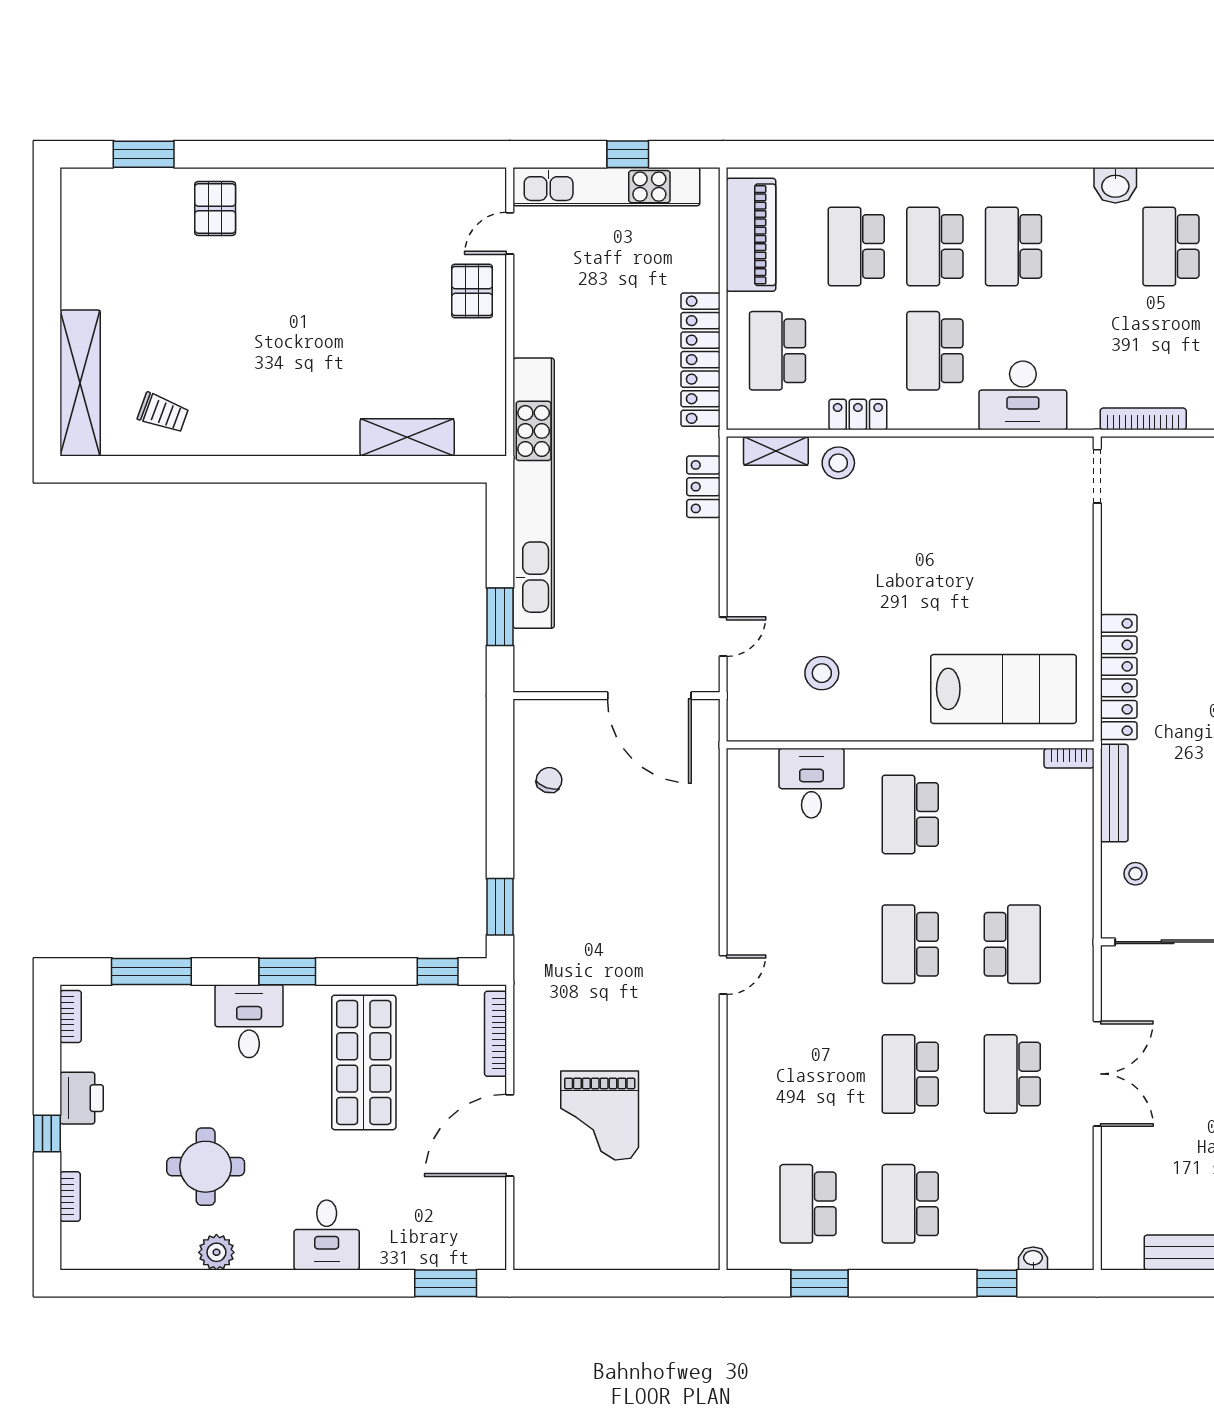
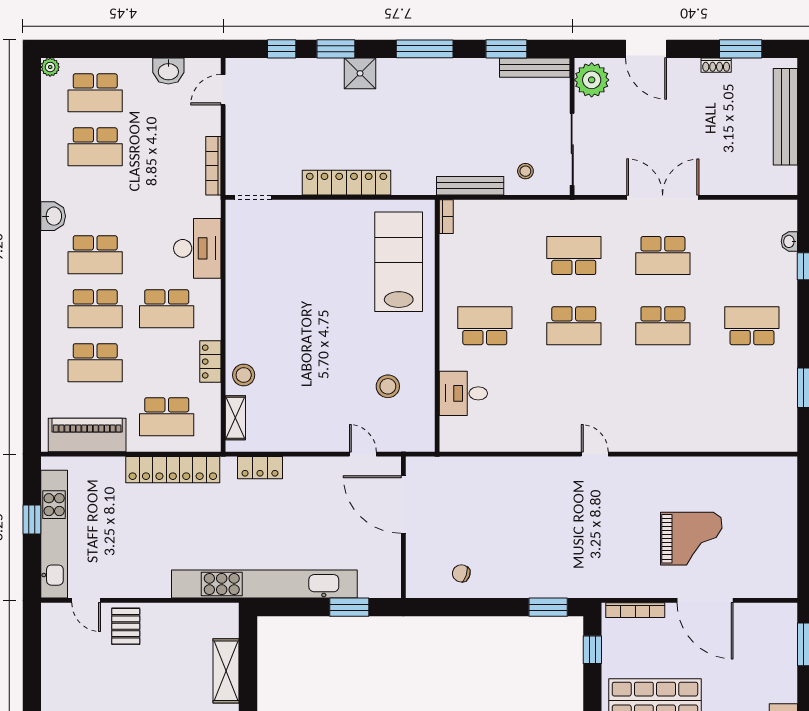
washbasin: (1115, 185) -> (53, 216), moved
pallet: (472, 291) -> (126, 626), turned 90
locker: (1119, 677) -> (347, 183), moved
door: (649, 696) -> (403, 505), swing flipped
school desk: (910, 814) -> (485, 326), turned 180
school desk: (808, 1204) -> (752, 396), removed
school desk: (910, 1204) -> (752, 326), turned 180

